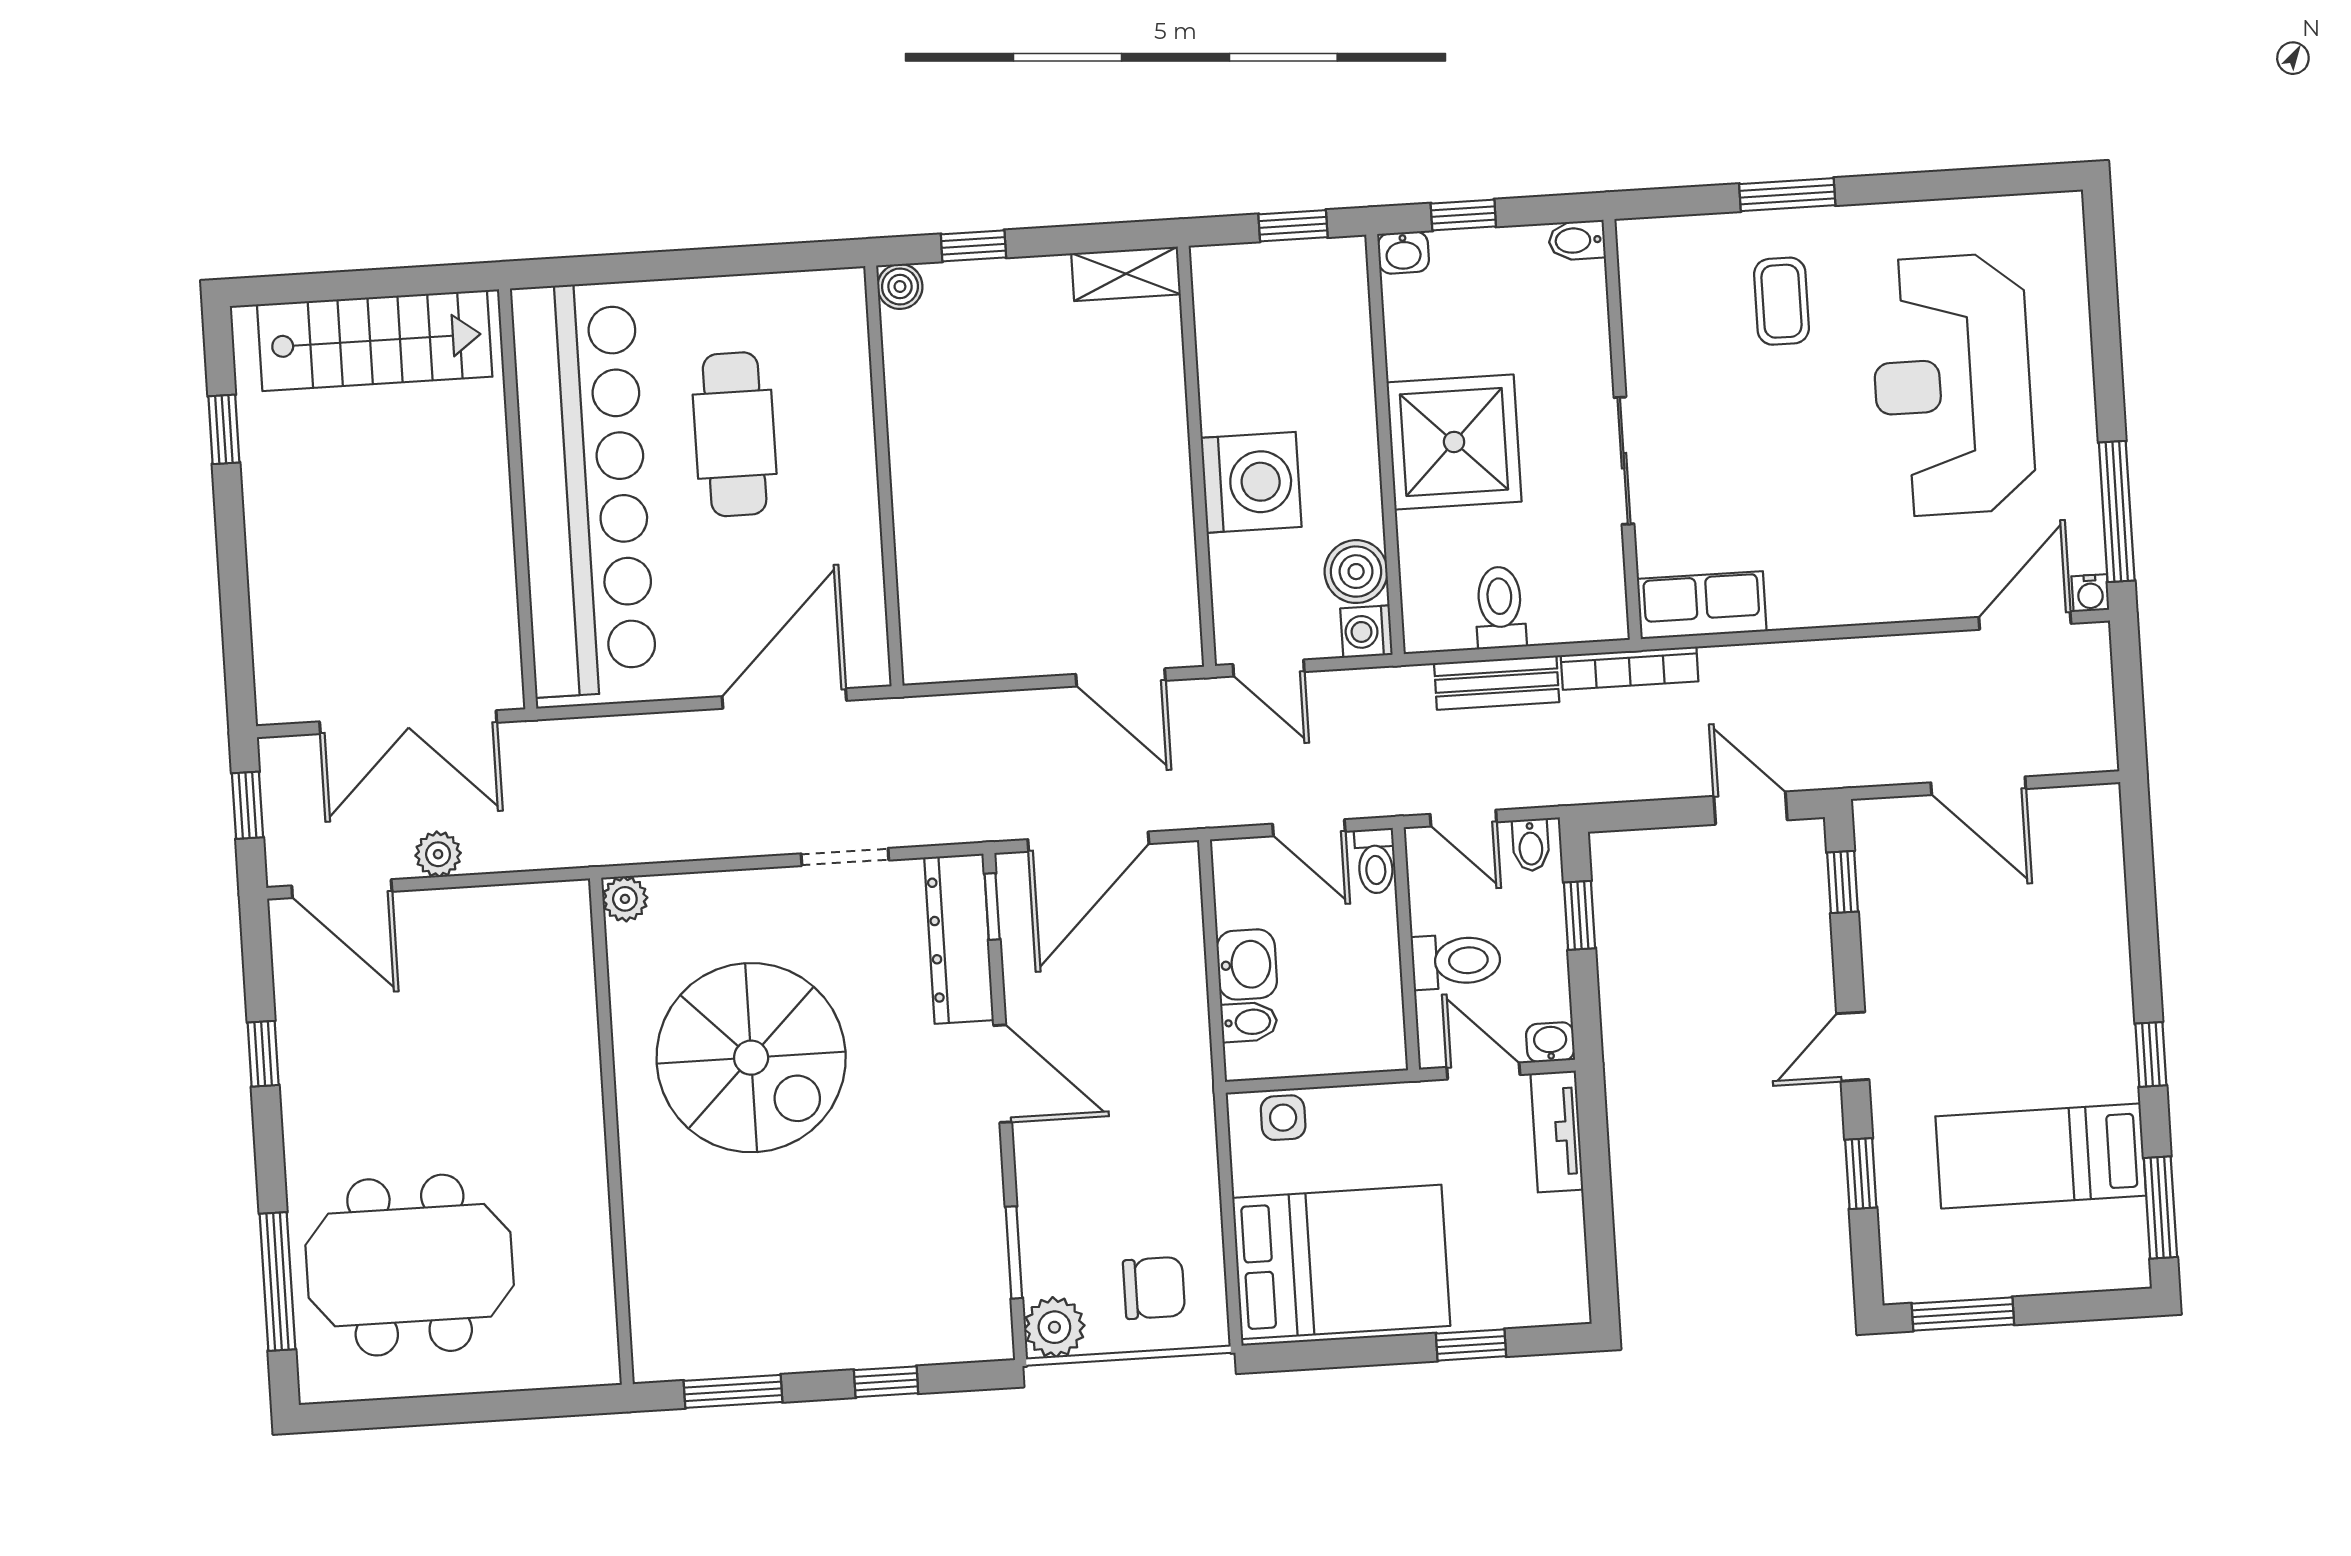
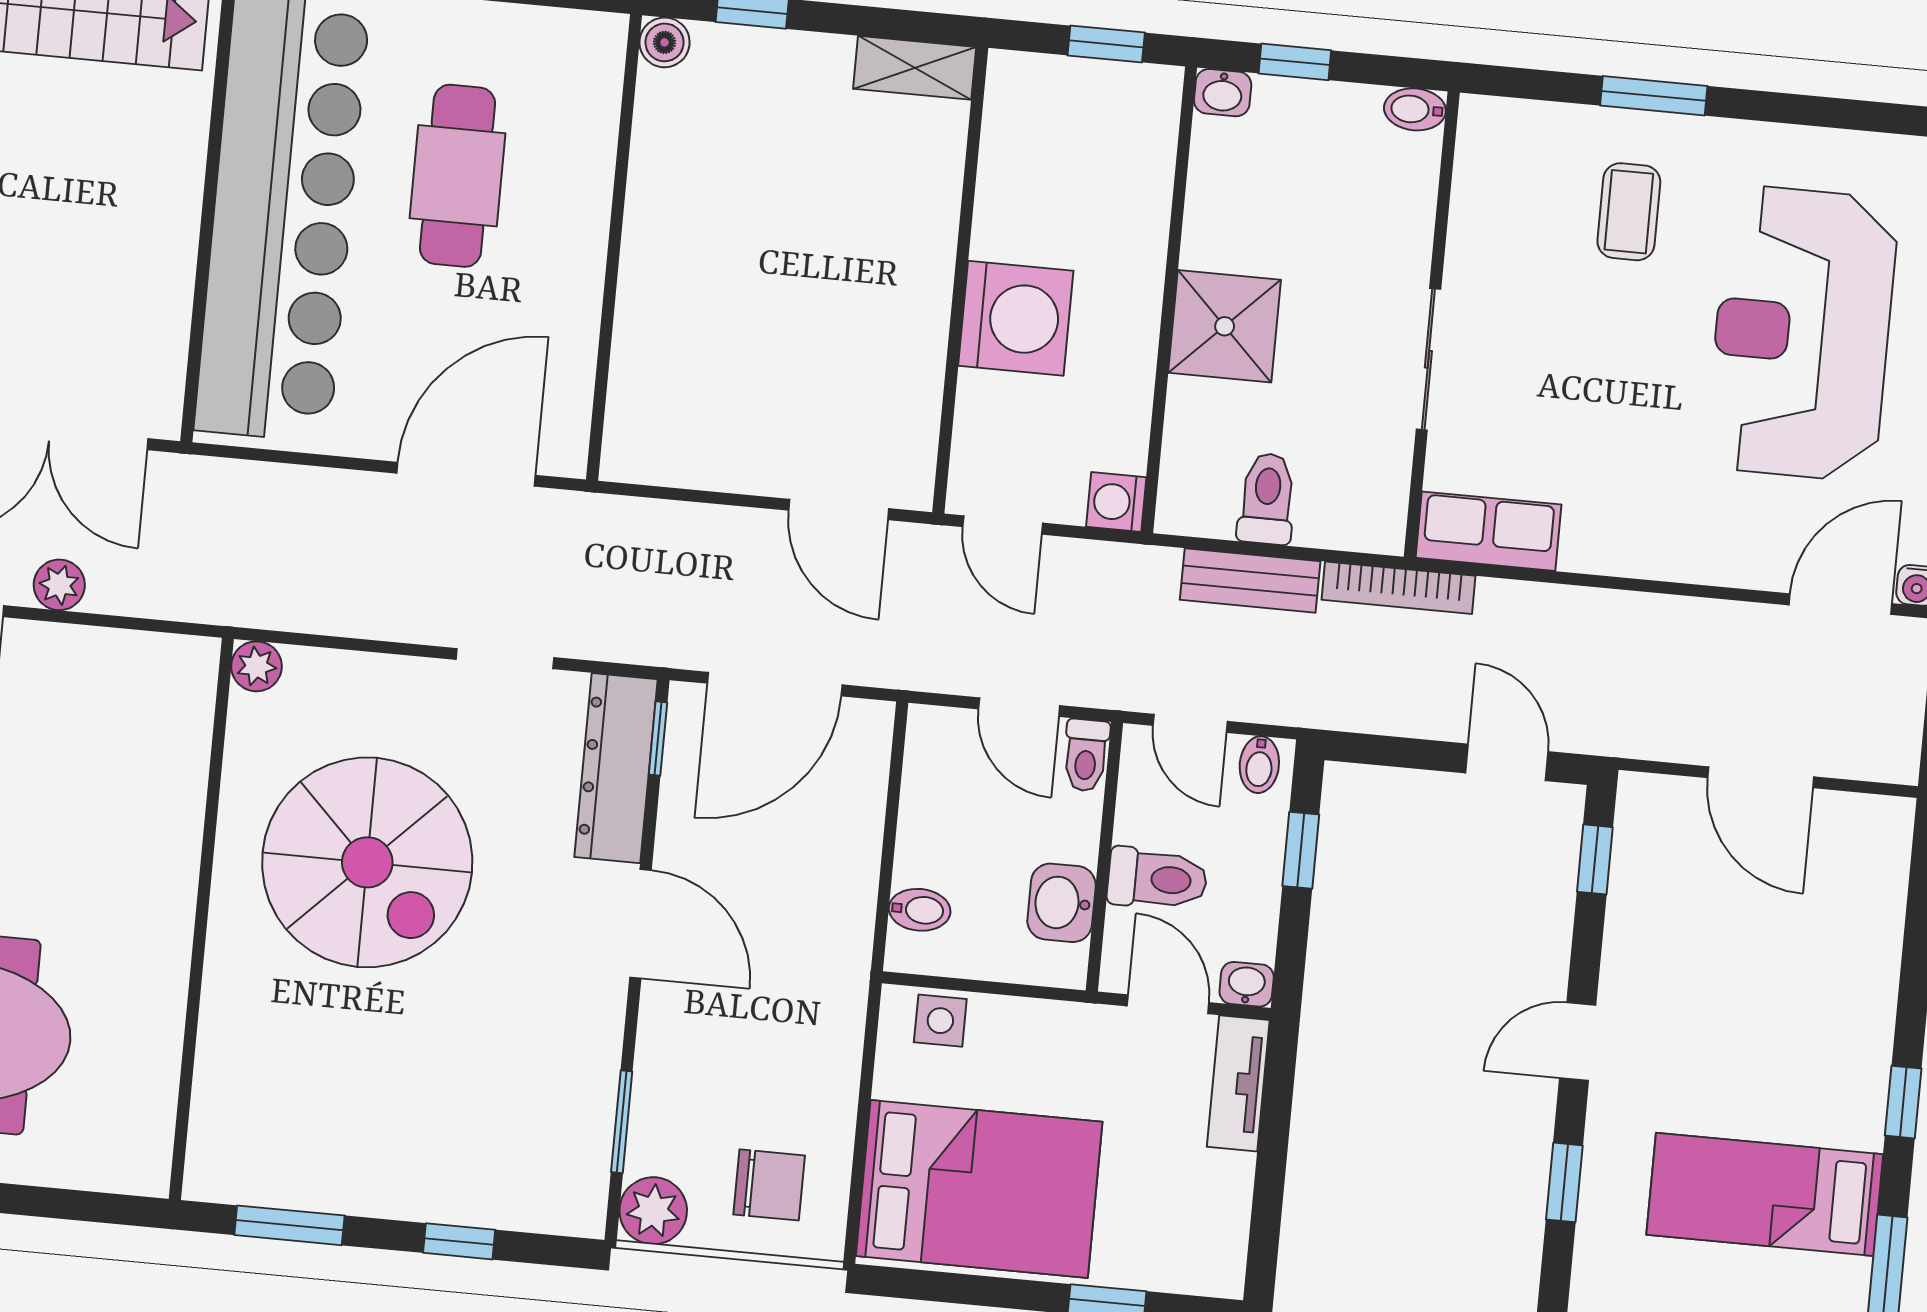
shower: (1454, 442) -> (1225, 326), width x0.73, depth x0.73
boiler: (1356, 572) -> (1115, 434), removed
washbasin: (1247, 964) -> (1062, 903), moved, turned 180

